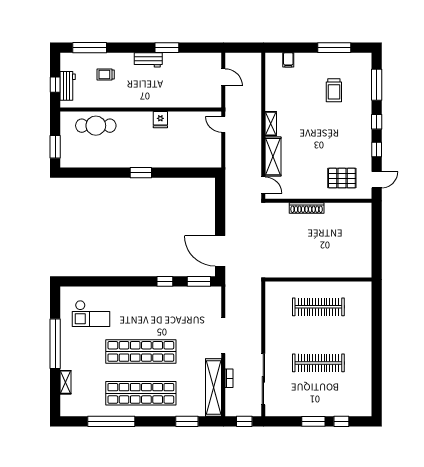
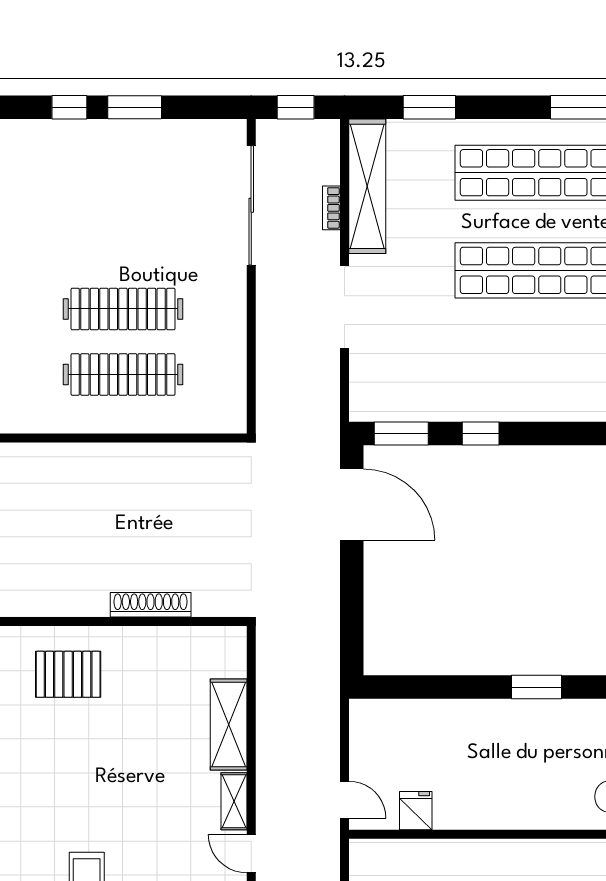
fridge: (160, 120) -> (416, 811), moved
door: (263, 185) -> (251, 854), moved
clothes rail: (318, 363) -> (123, 309), moved

